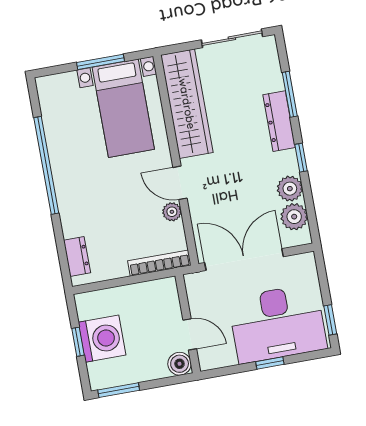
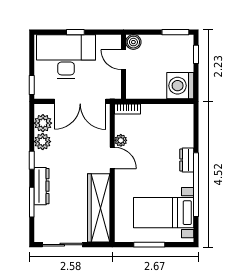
bed with nightstands: (123, 108) -> (164, 213), moved, turned -90
dresser: (77, 257) -> (187, 160), moved
bookcase: (159, 263) -> (127, 109), width x0.64
window: (330, 320) -> (32, 85), moved
washing machine: (102, 339) -> (180, 86), moved
window: (78, 342) -> (196, 54), moved

